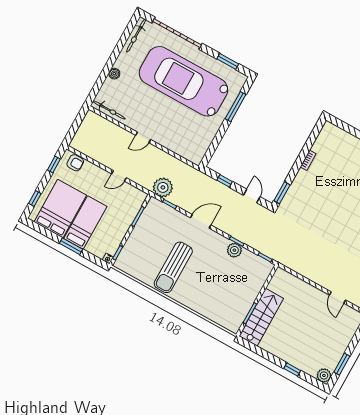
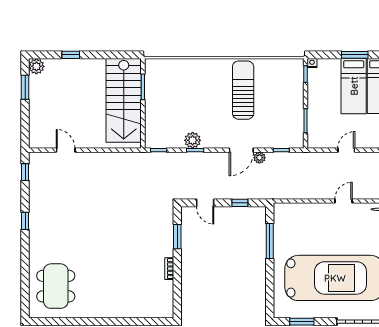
window: (236, 107) -> (270, 241), moved
plant: (163, 187) -> (259, 158), moved, width x0.53, depth x0.53
window: (282, 193) -> (177, 237), moved
stairs: (261, 317) -> (124, 100), width x1.36, depth x1.51

